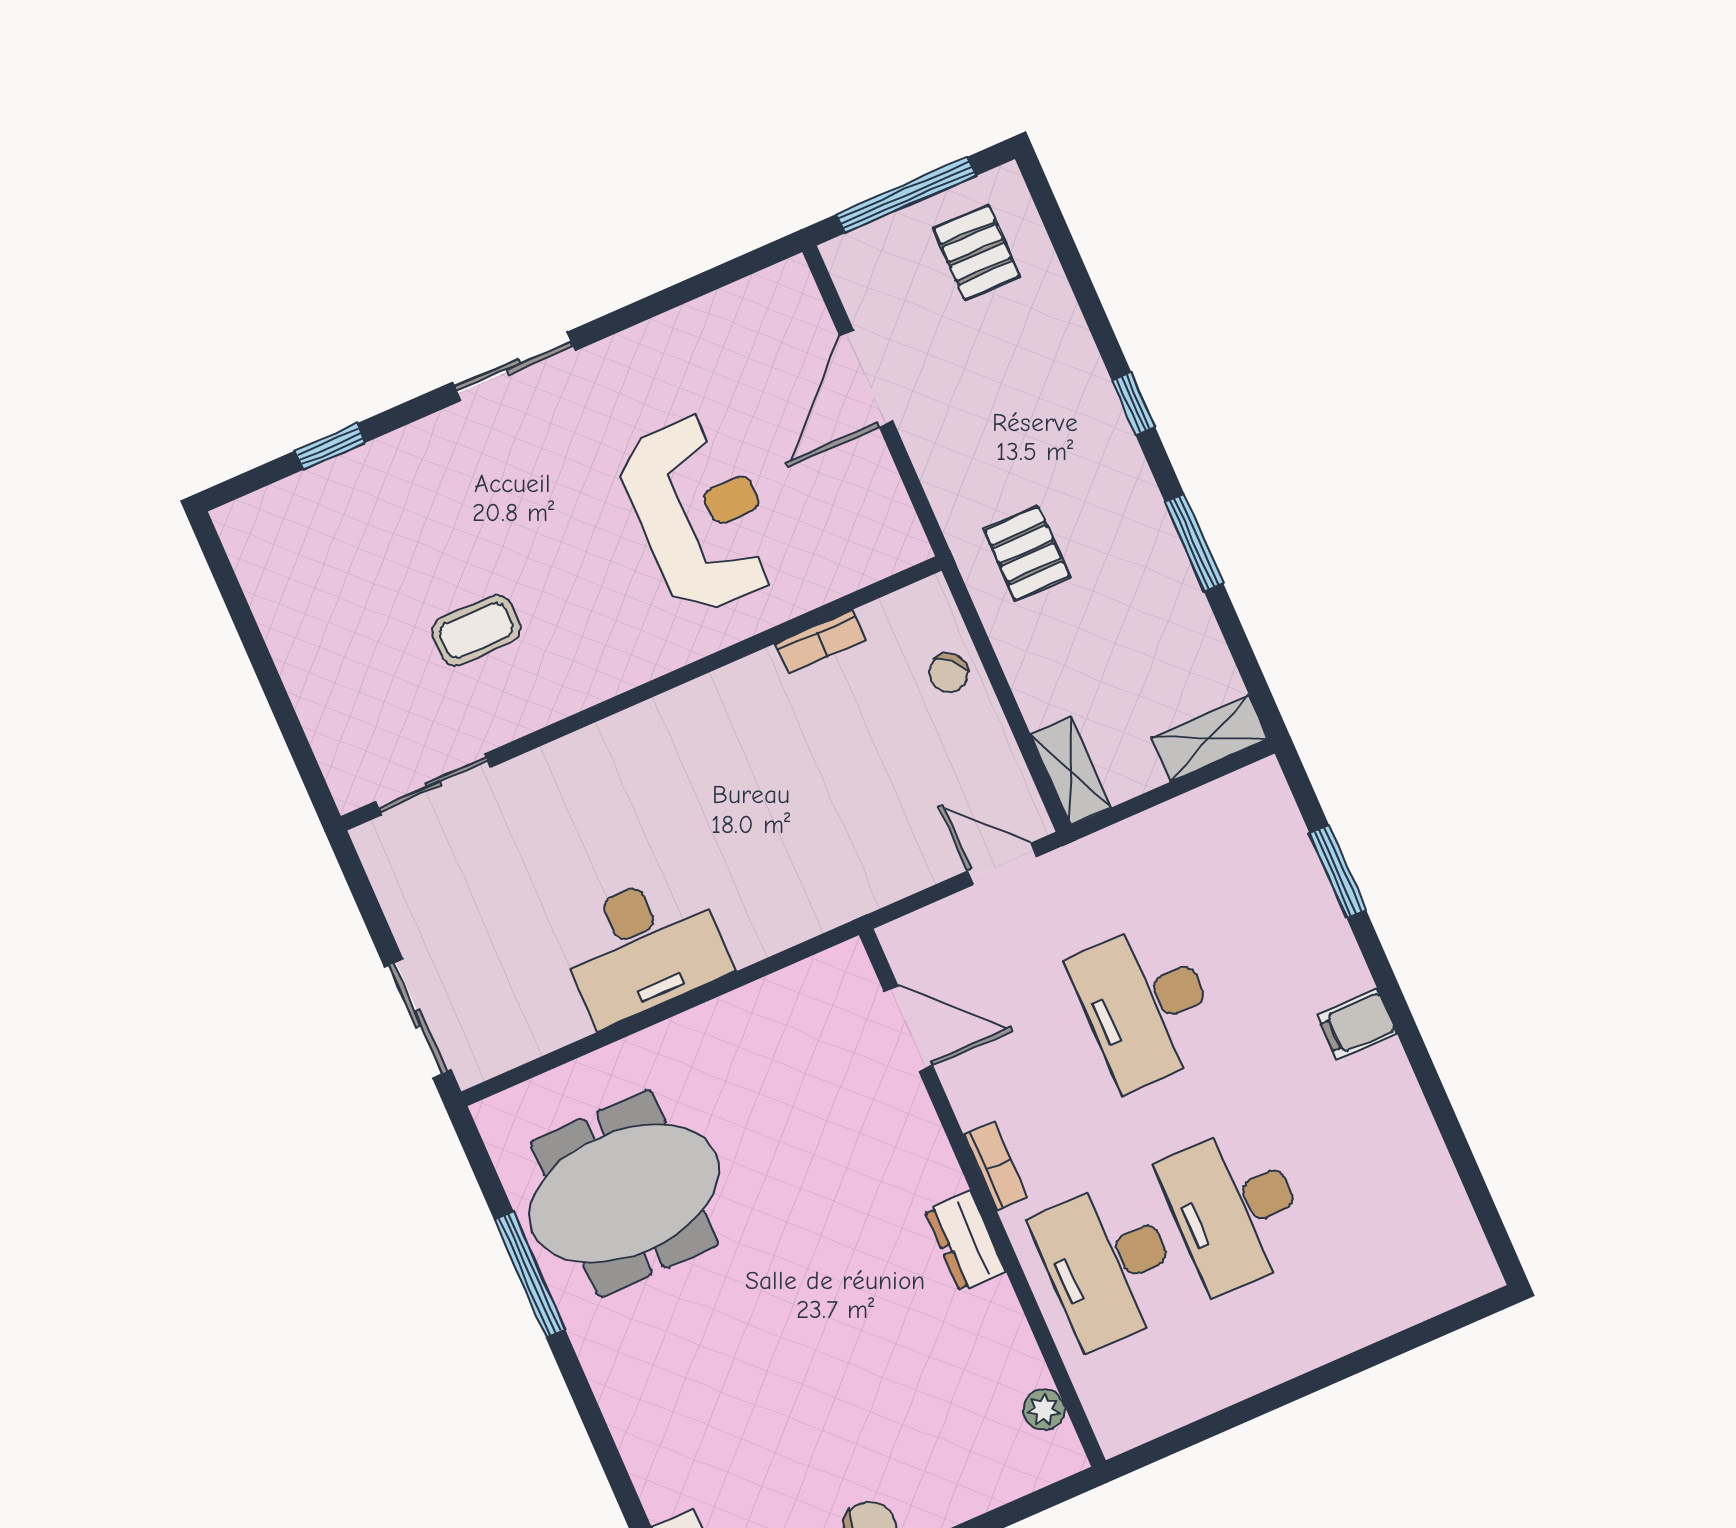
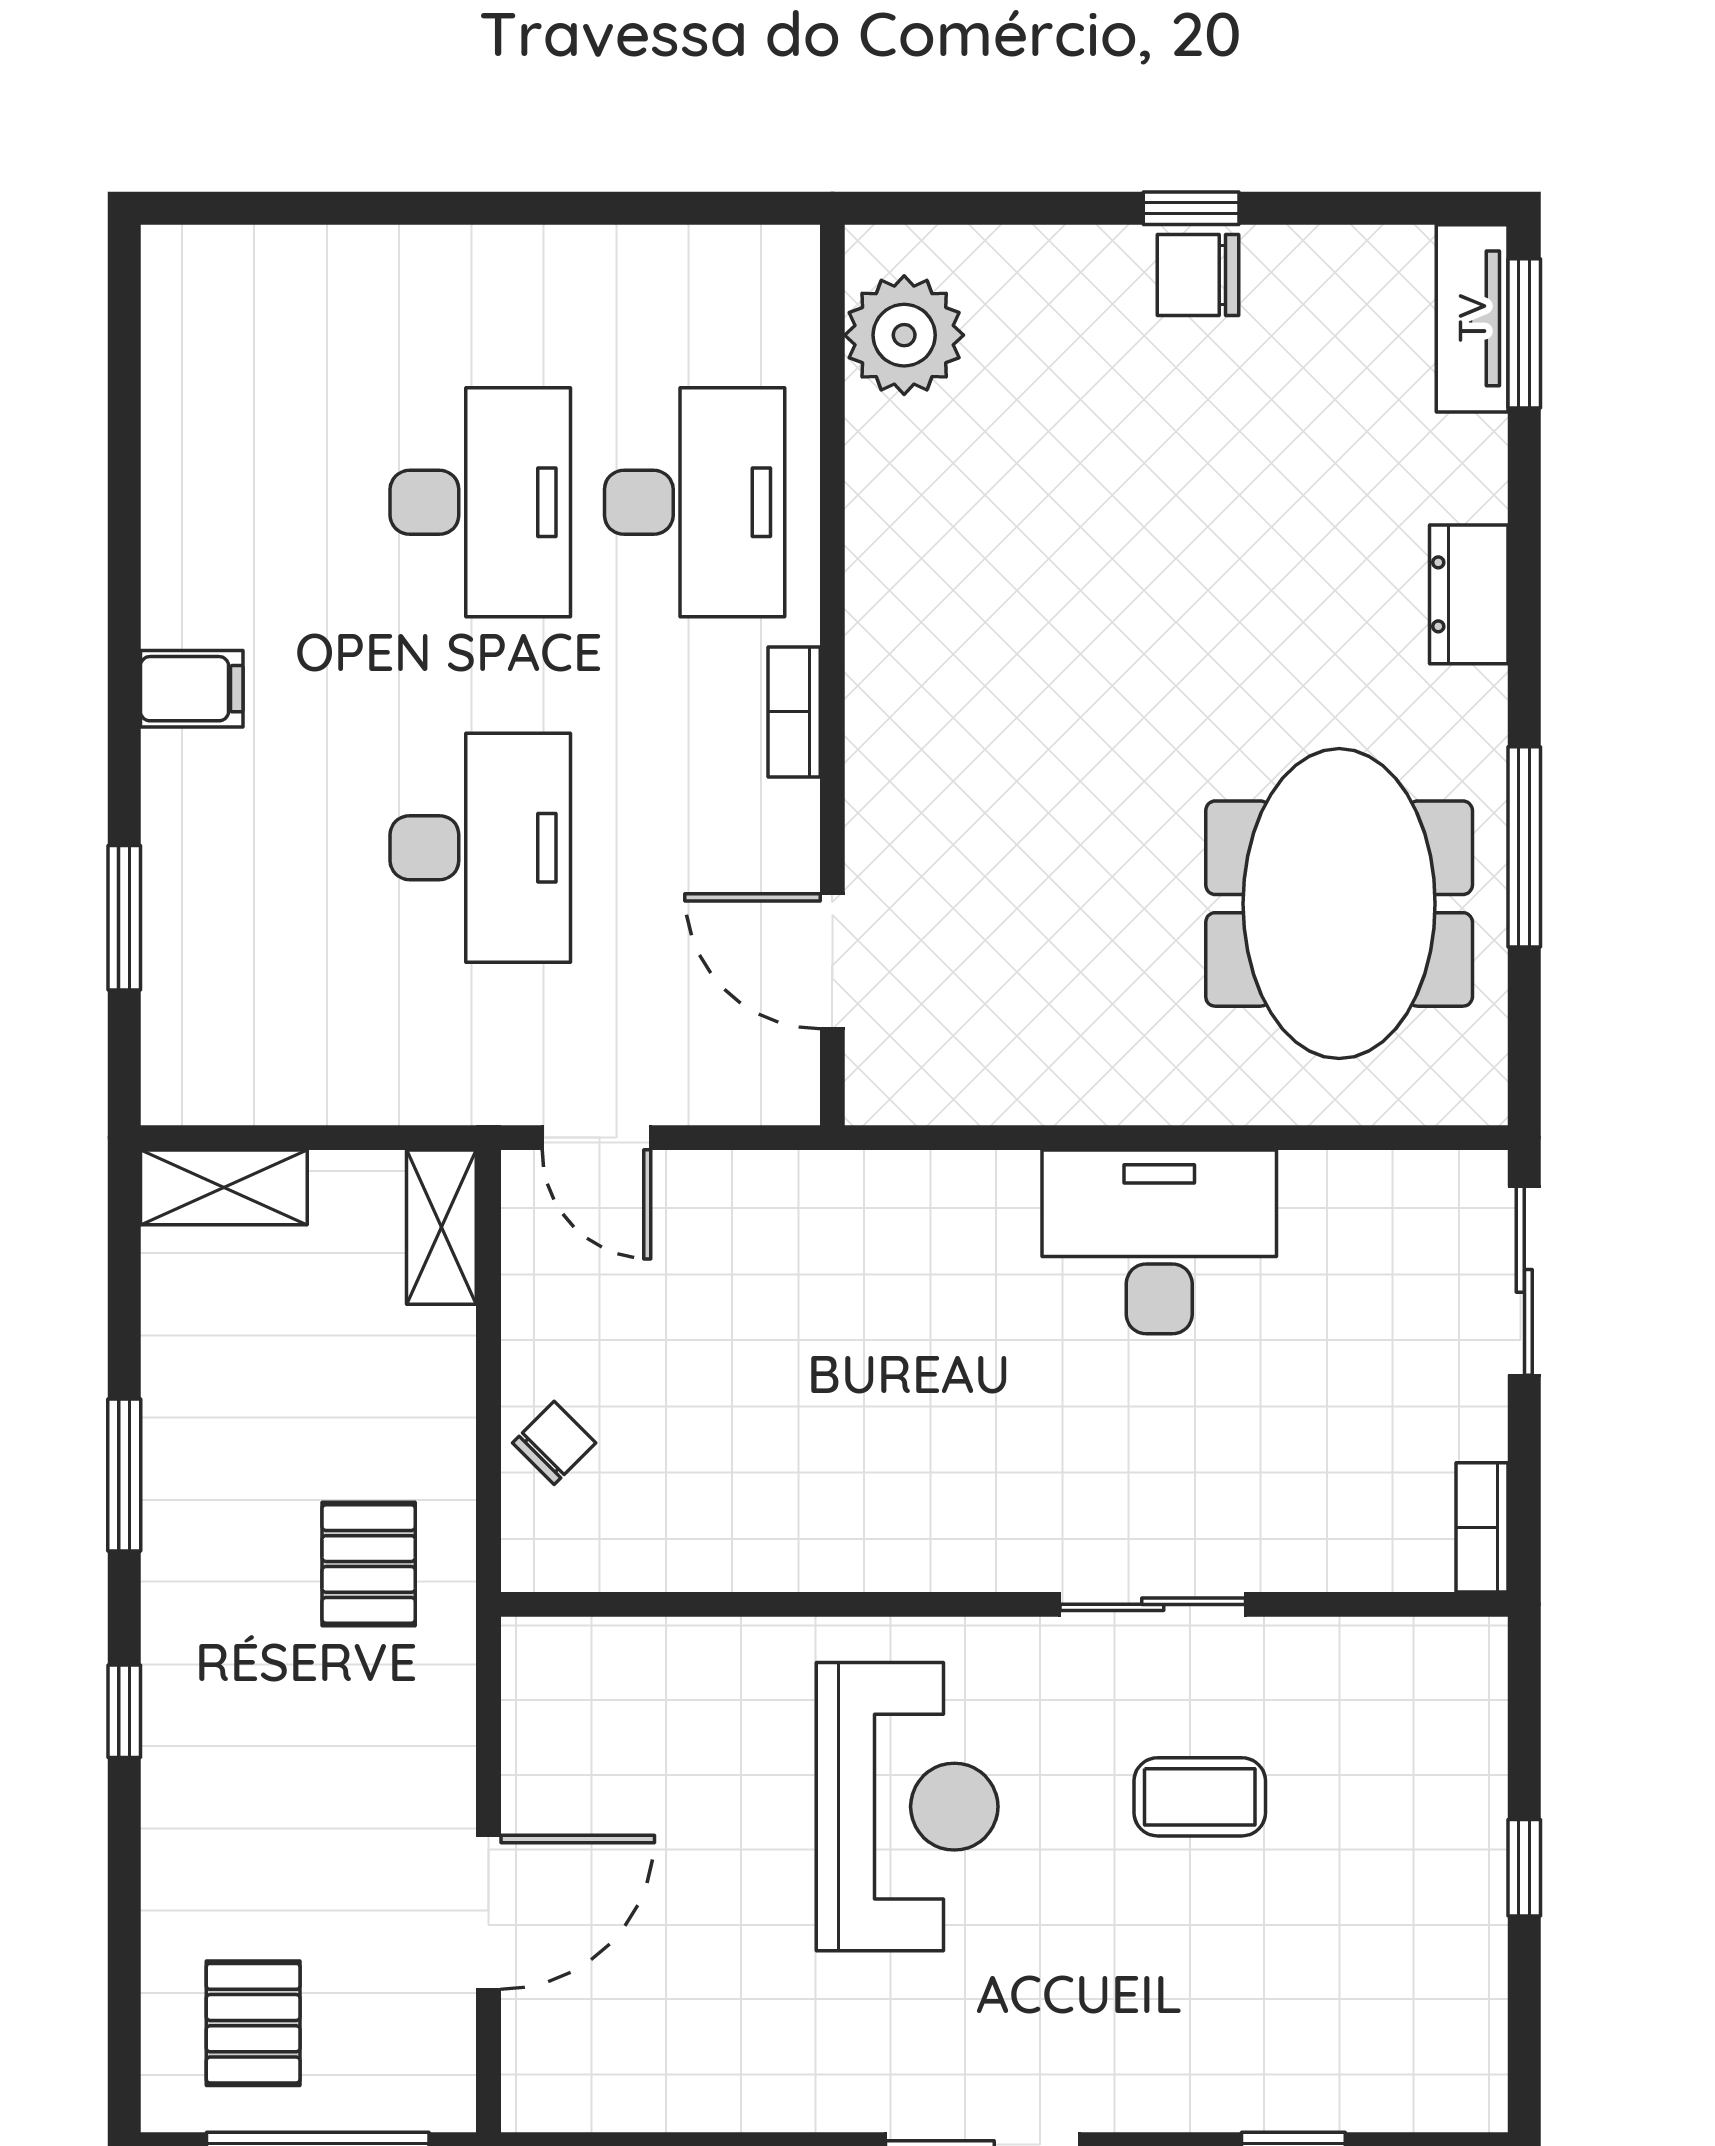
reception desk: (700, 513) -> (907, 1807), moved, turned 180
bookcase: (821, 642) -> (1482, 1527), moved, turned -90
window: (266, 672) -> (1524, 1868), added
sliding door: (433, 784) -> (1153, 1604), moved
meeting table: (624, 1193) -> (1339, 904), turned 90
dresser: (965, 1241) -> (1469, 594), moved, turned 180
plant: (1044, 1410) -> (904, 335), width x1.88, depth x1.88

